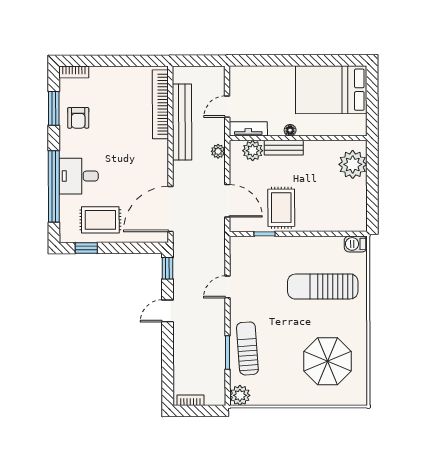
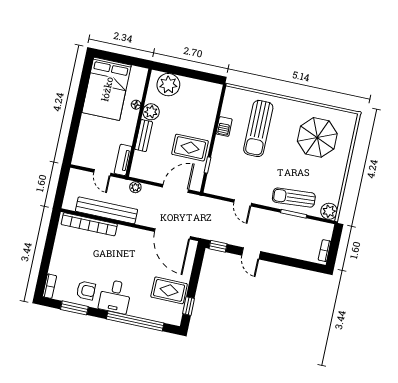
floor lamp: (290, 130) -> (136, 105), moved
plant: (253, 151) -> (151, 112), moved
desk: (79, 176) -> (115, 296), moved
rug: (100, 220) -> (169, 290), turned 90
barbecue: (356, 244) -> (224, 126), moved

